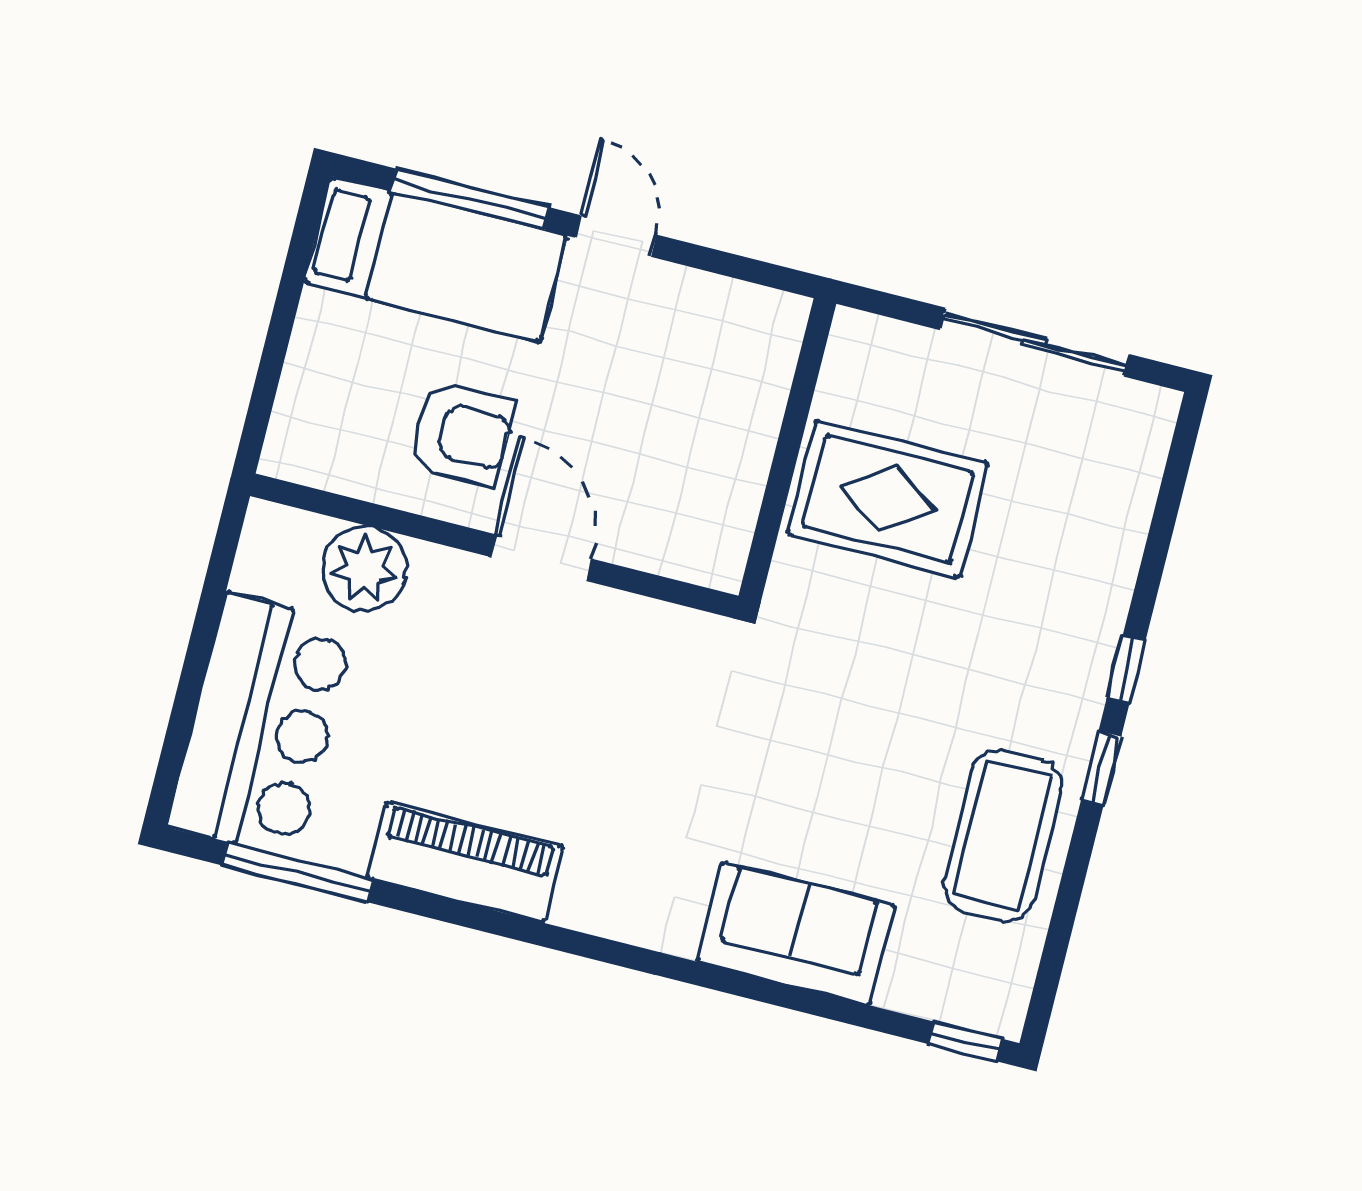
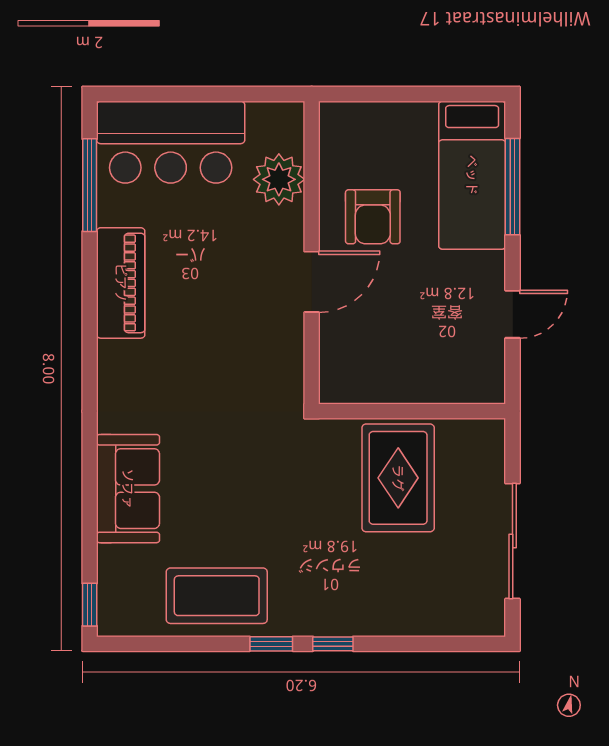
door: (616, 236) -> (513, 314), moved

